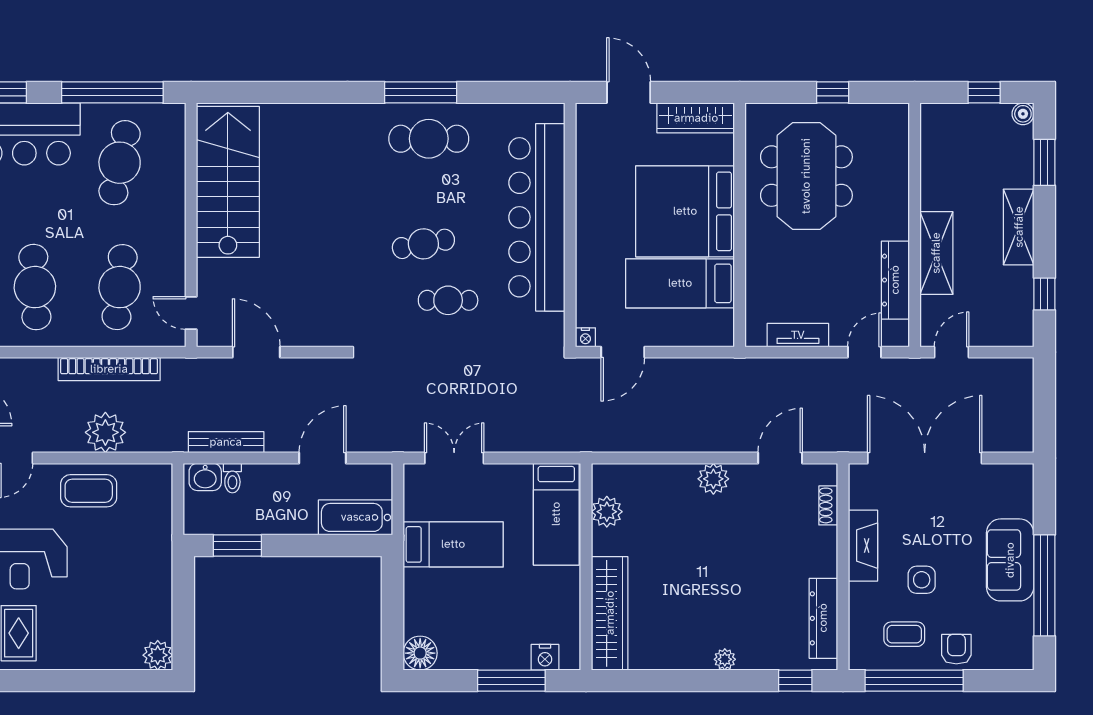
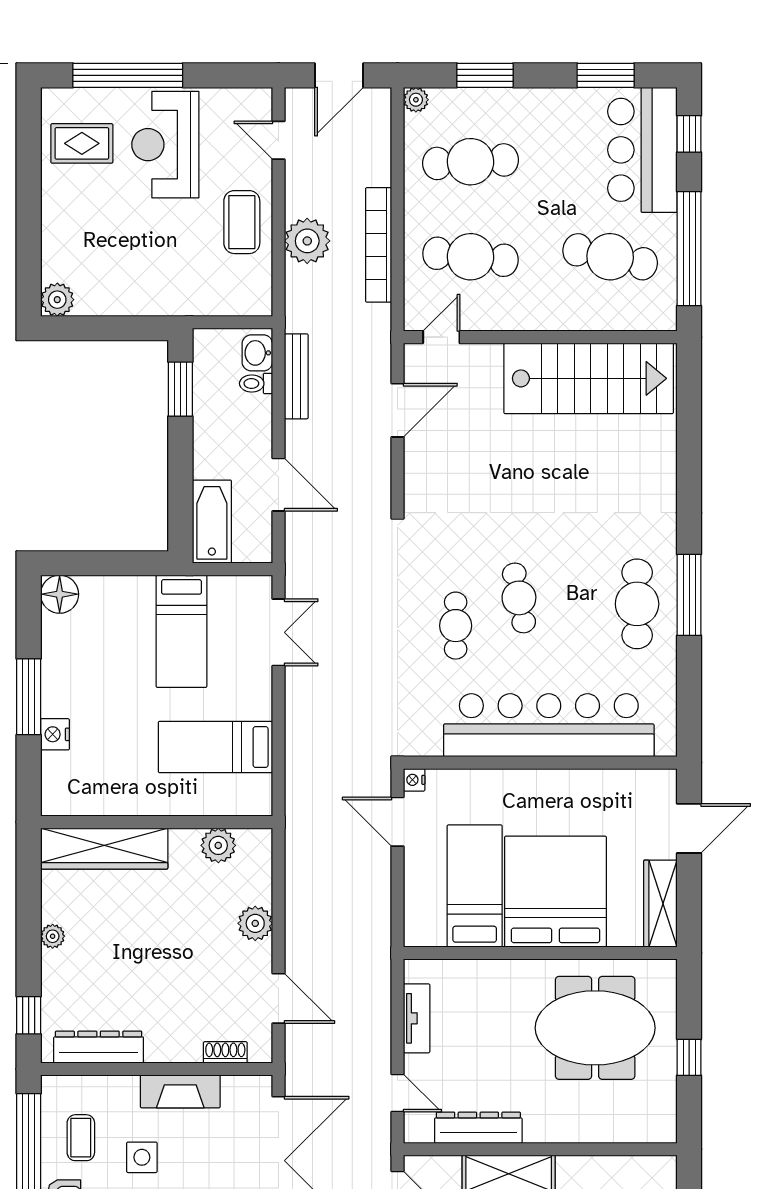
plant: (607, 512) -> (218, 845), moved
wall: (586, 567) -> (157, 822), moved
wardrobe: (610, 613) -> (104, 849), moved

